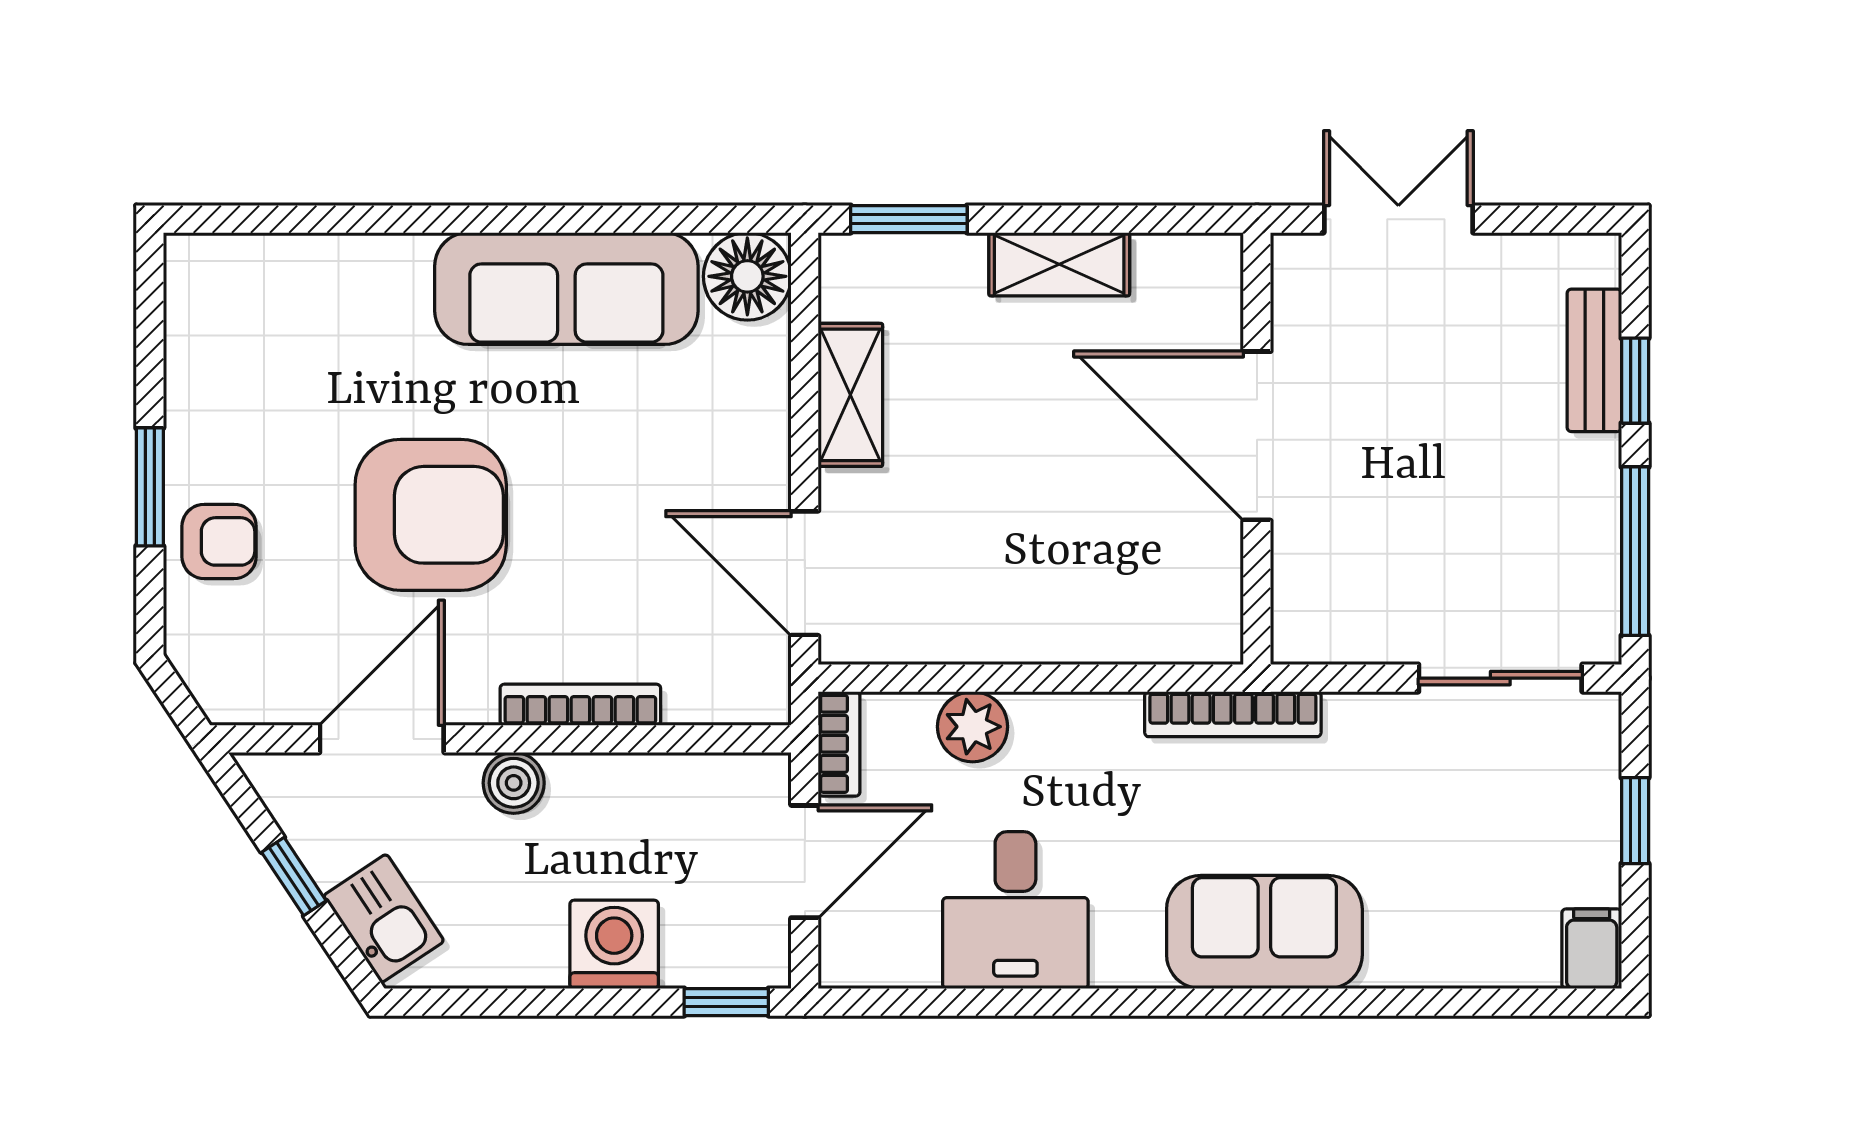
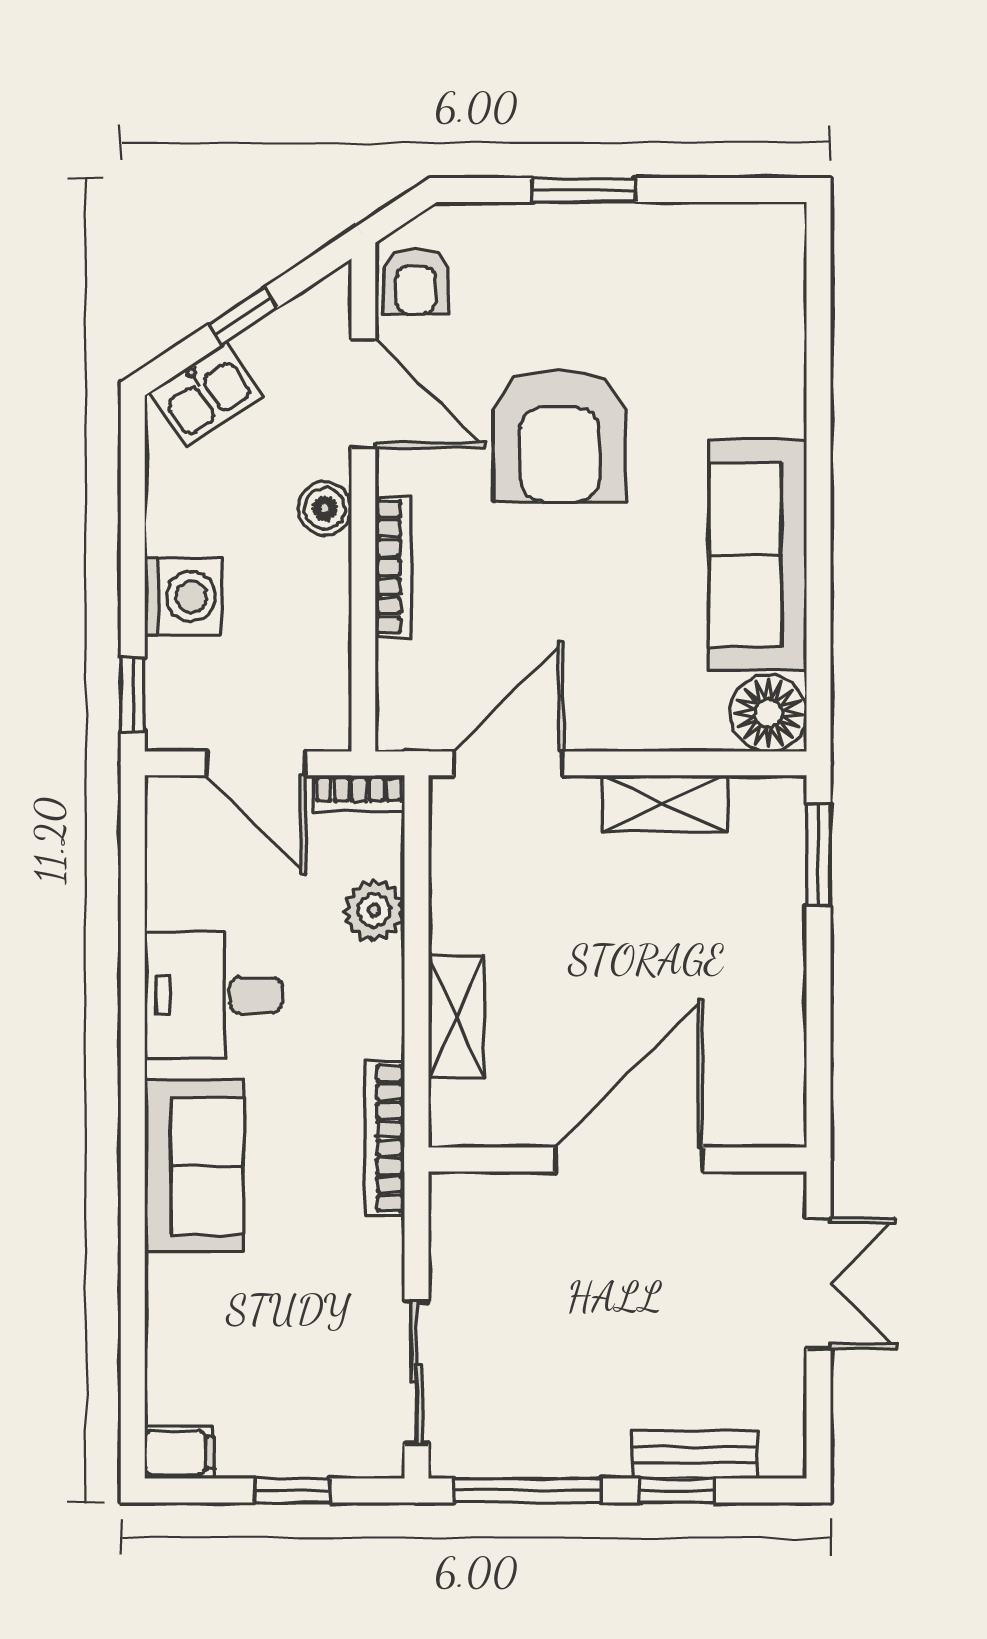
shelving: (1059, 264) -> (456, 1016), moved
armchair: (219, 541) -> (416, 281), moved
desk: (1015, 910) -> (213, 995), moved

